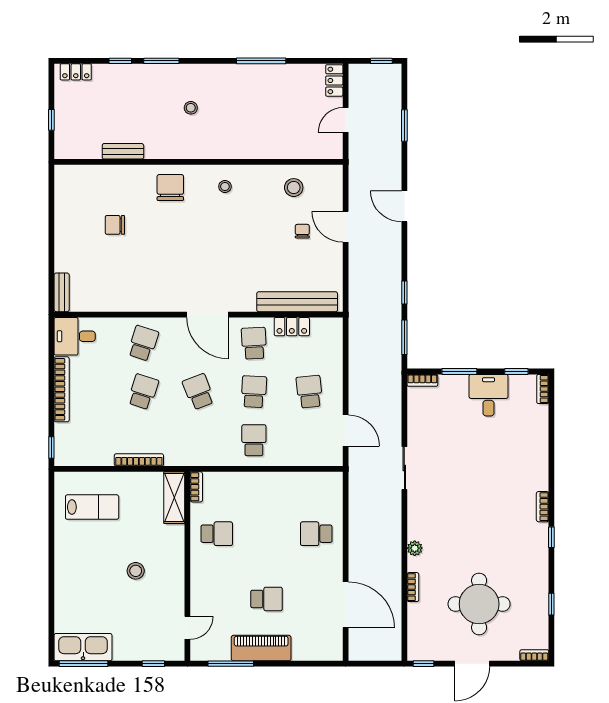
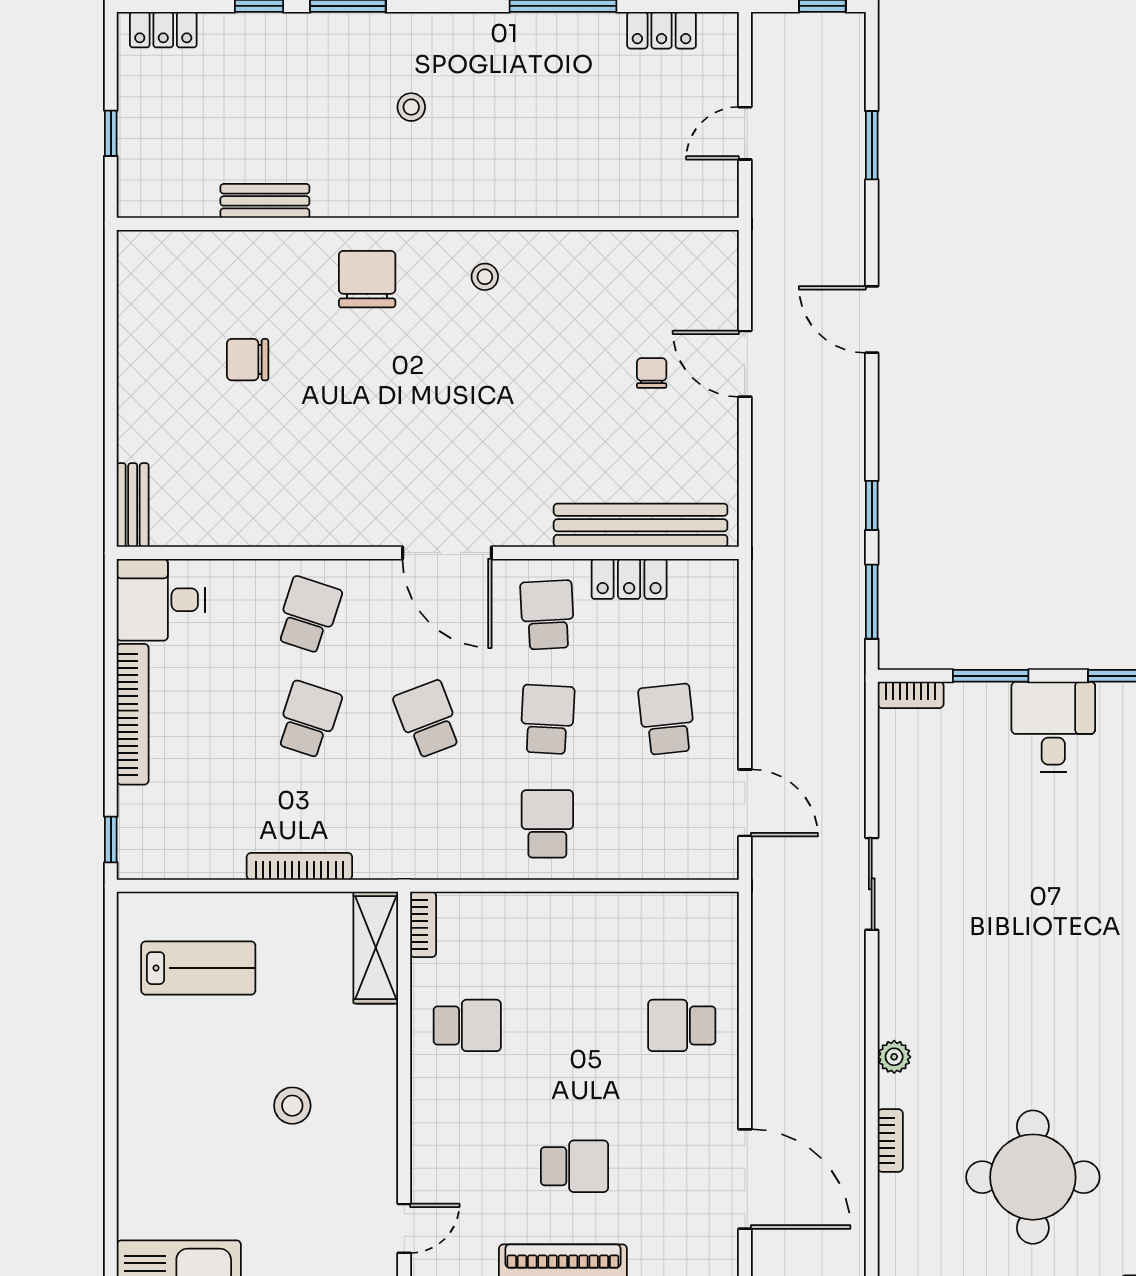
locker: (334, 80) -> (662, 30), moved, turned -90
stool: (294, 188) -> (633, 279), removed

